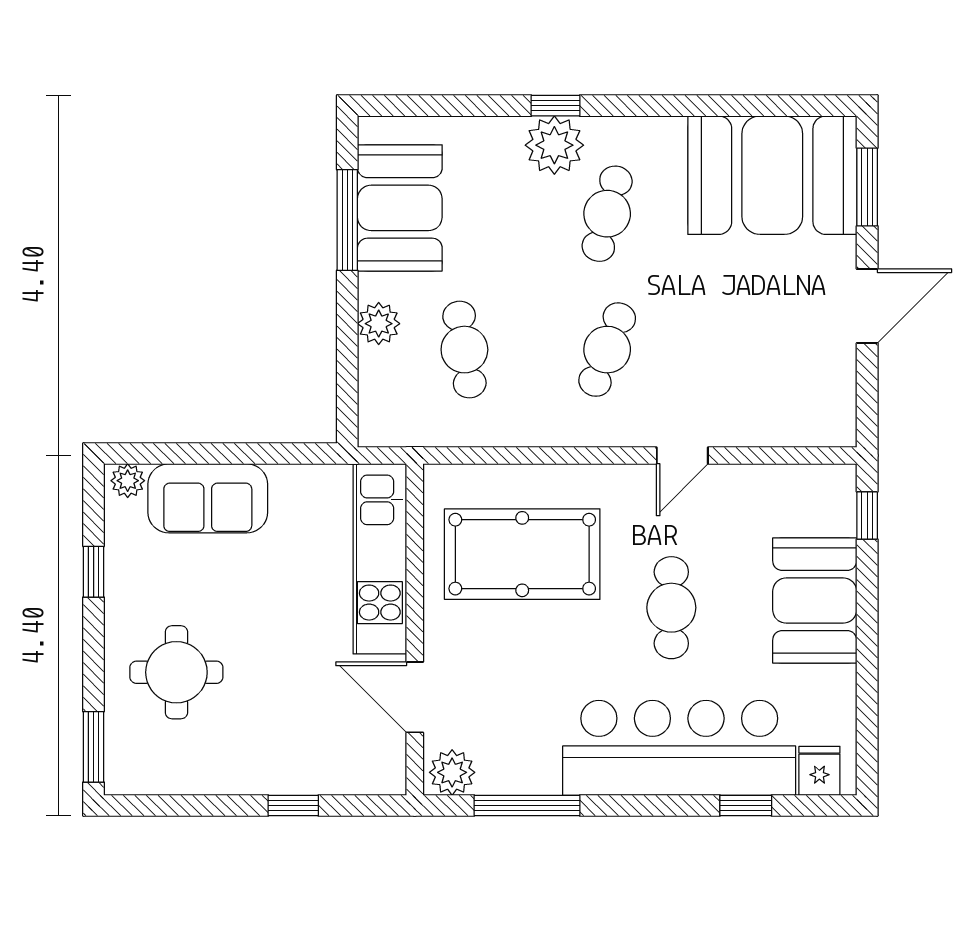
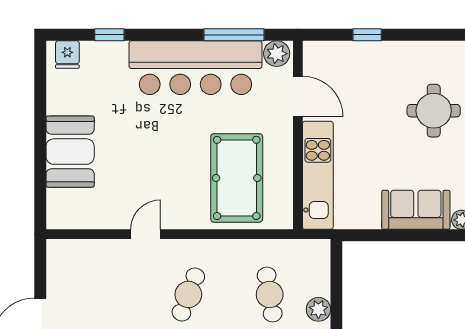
window: (867, 516) -> (40, 200), removed
pool table: (522, 554) -> (237, 178), turned 90
cafe table: (671, 608) -> (152, 147), removed
bar counter: (679, 748) -> (195, 68), moved

